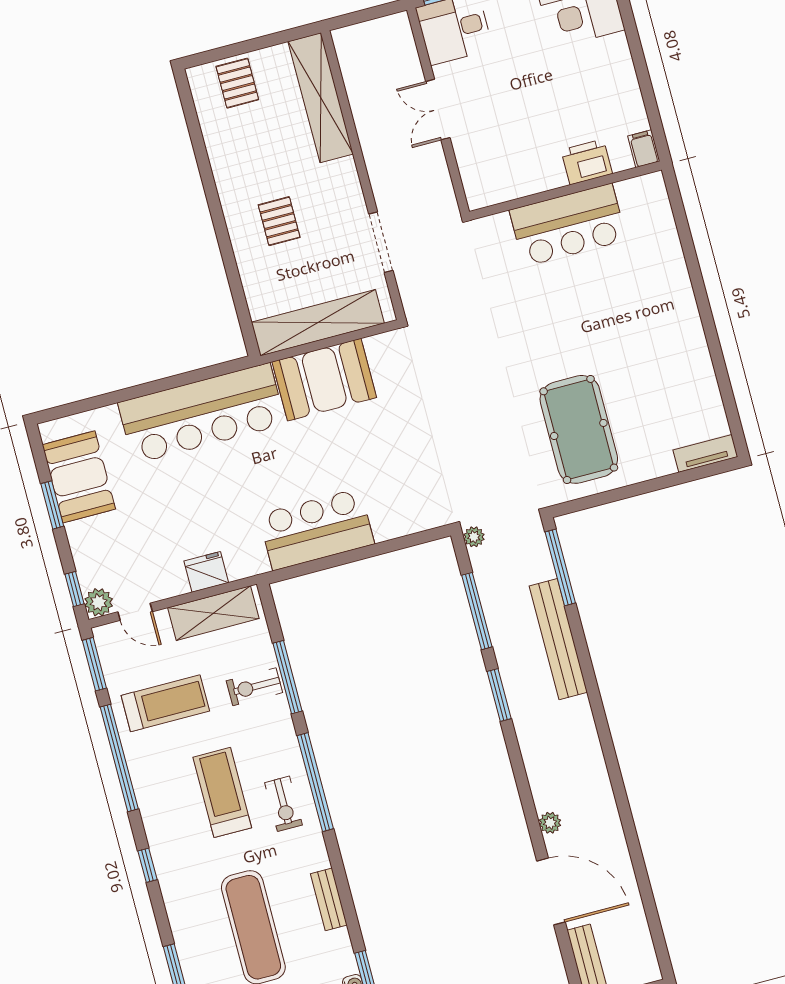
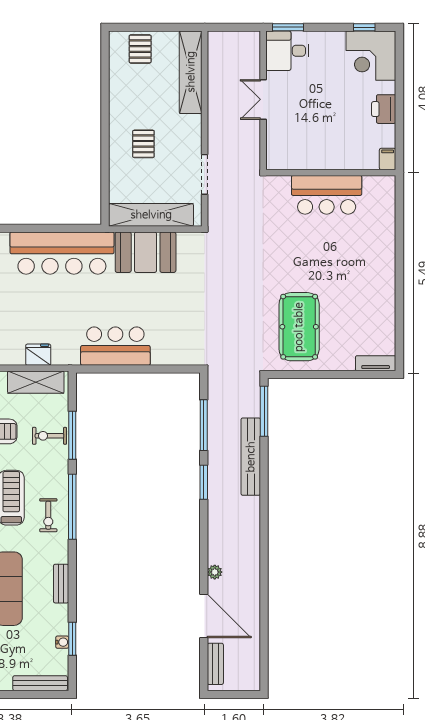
printer: (587, 162) -> (384, 109), moved, turned -90
plant: (474, 537) -> (214, 377), removed

